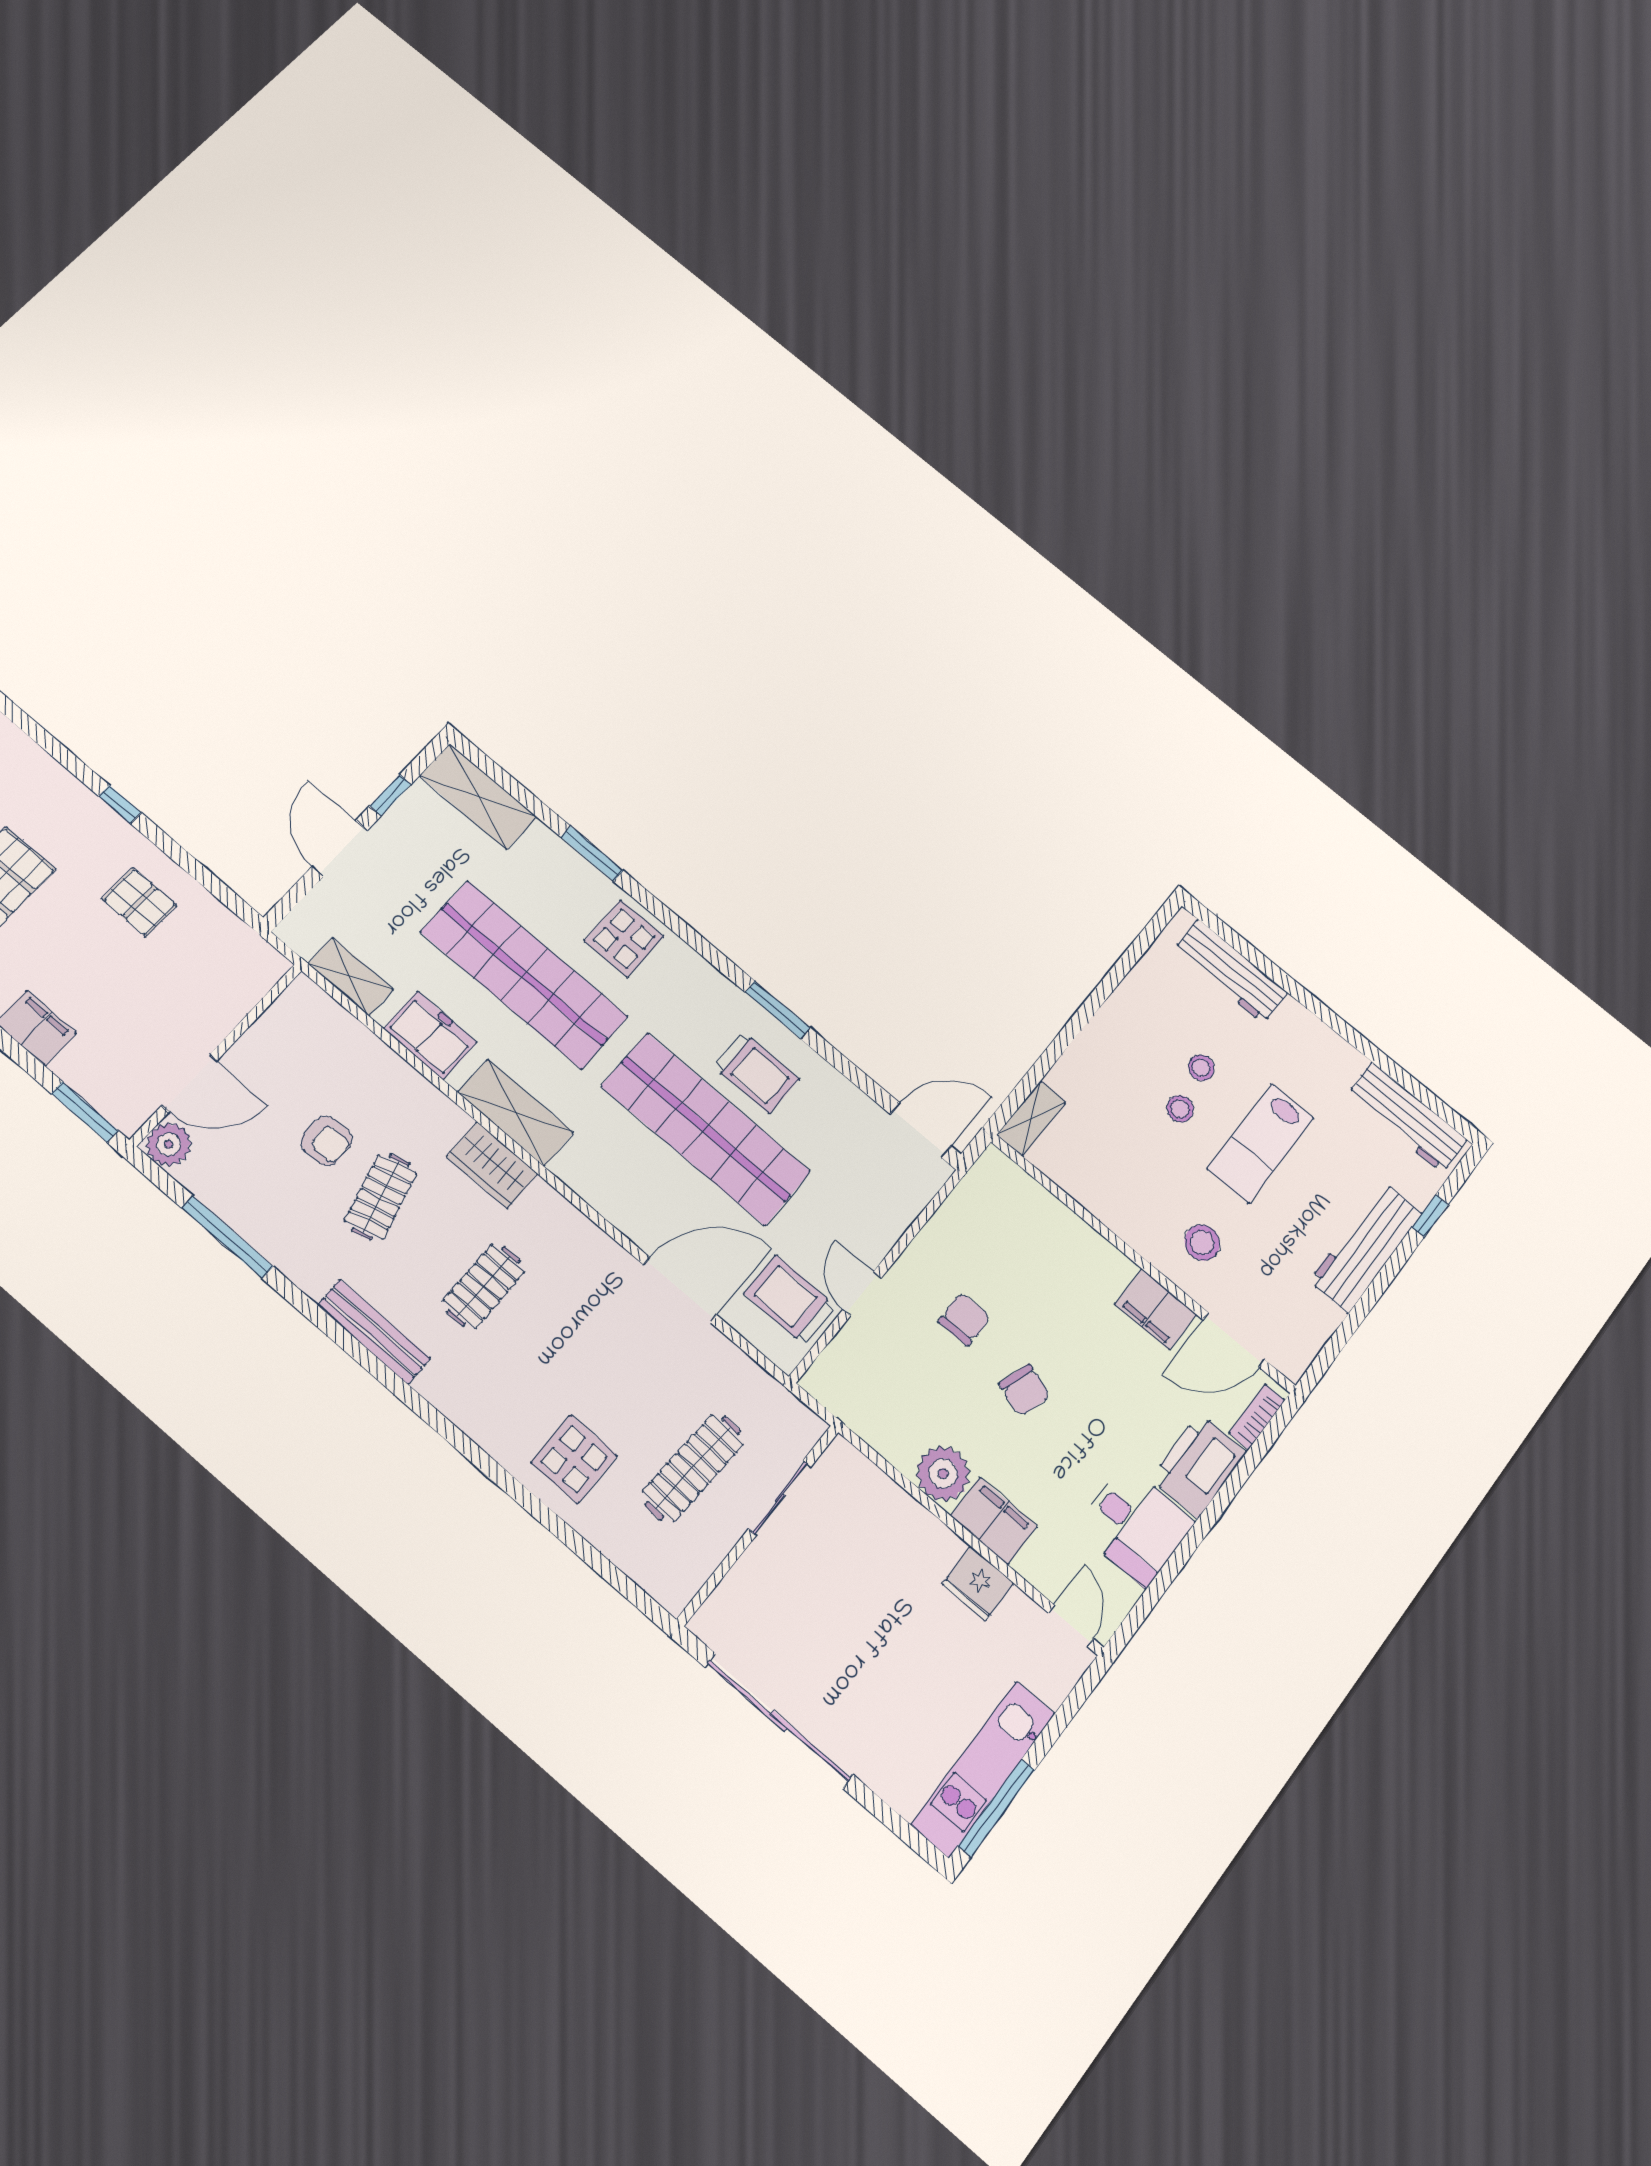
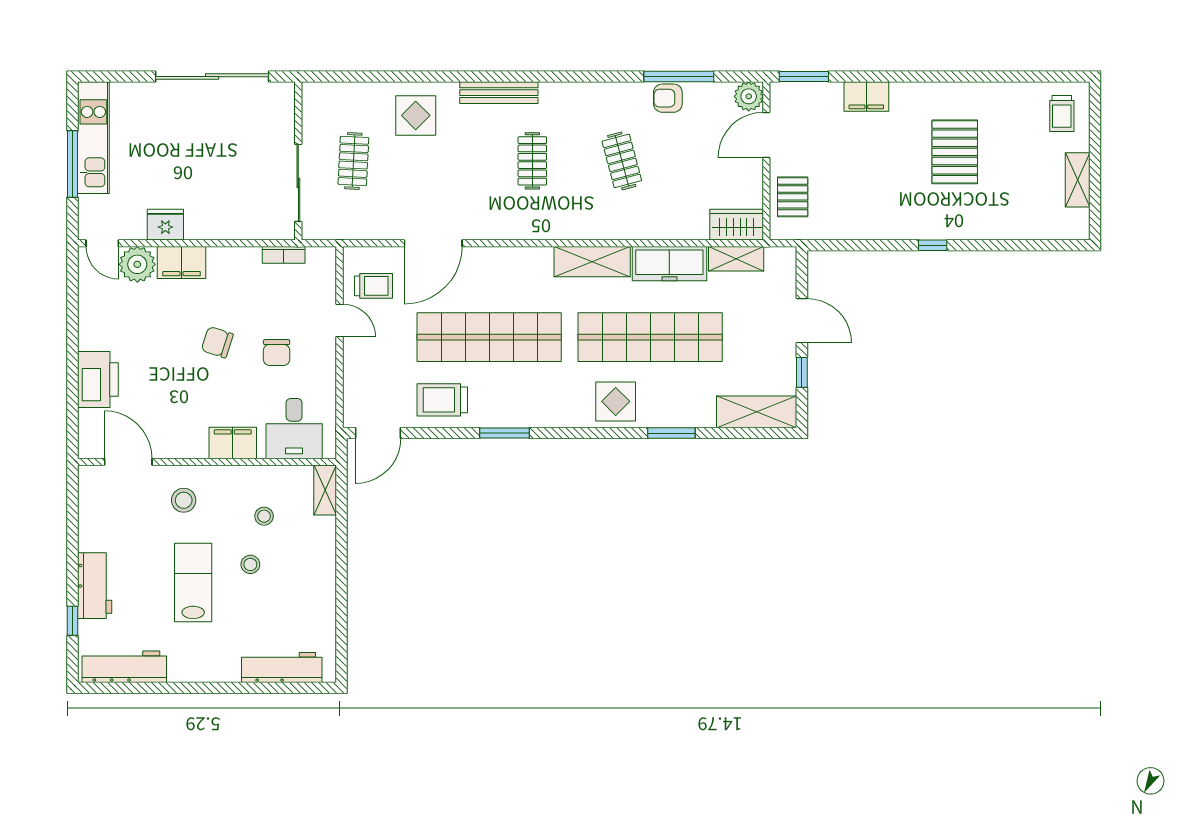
pallet: (139, 902) -> (793, 197), moved, turned 90
freezer: (430, 1035) -> (669, 264), width x1.40
stool: (1201, 1068) -> (264, 516), moved
trolley: (756, 1072) -> (442, 400), moved
armchair: (326, 1141) -> (668, 98), moved
wardrobe: (492, 1165) -> (737, 225), moved
workbench: (1366, 1247) -> (95, 586), width x0.73
trolley: (790, 1300) -> (374, 286), width x0.73, depth x0.72
filing cabinet: (1156, 1309) -> (233, 443), moved
bench: (374, 1332) -> (499, 93), moved
door: (1234, 1340) -> (128, 462), hinge flipped
bookcase: (1257, 1417) -> (284, 255), moved, turned 90
clothes rail: (693, 1468) -> (353, 161), width x0.73
plant: (943, 1474) -> (137, 264), moved
sliding door: (780, 1498) -> (298, 183), width x1.37
desk: (1135, 1525) -> (294, 429), moved, turned -90
window: (997, 1808) -> (72, 164), moved

